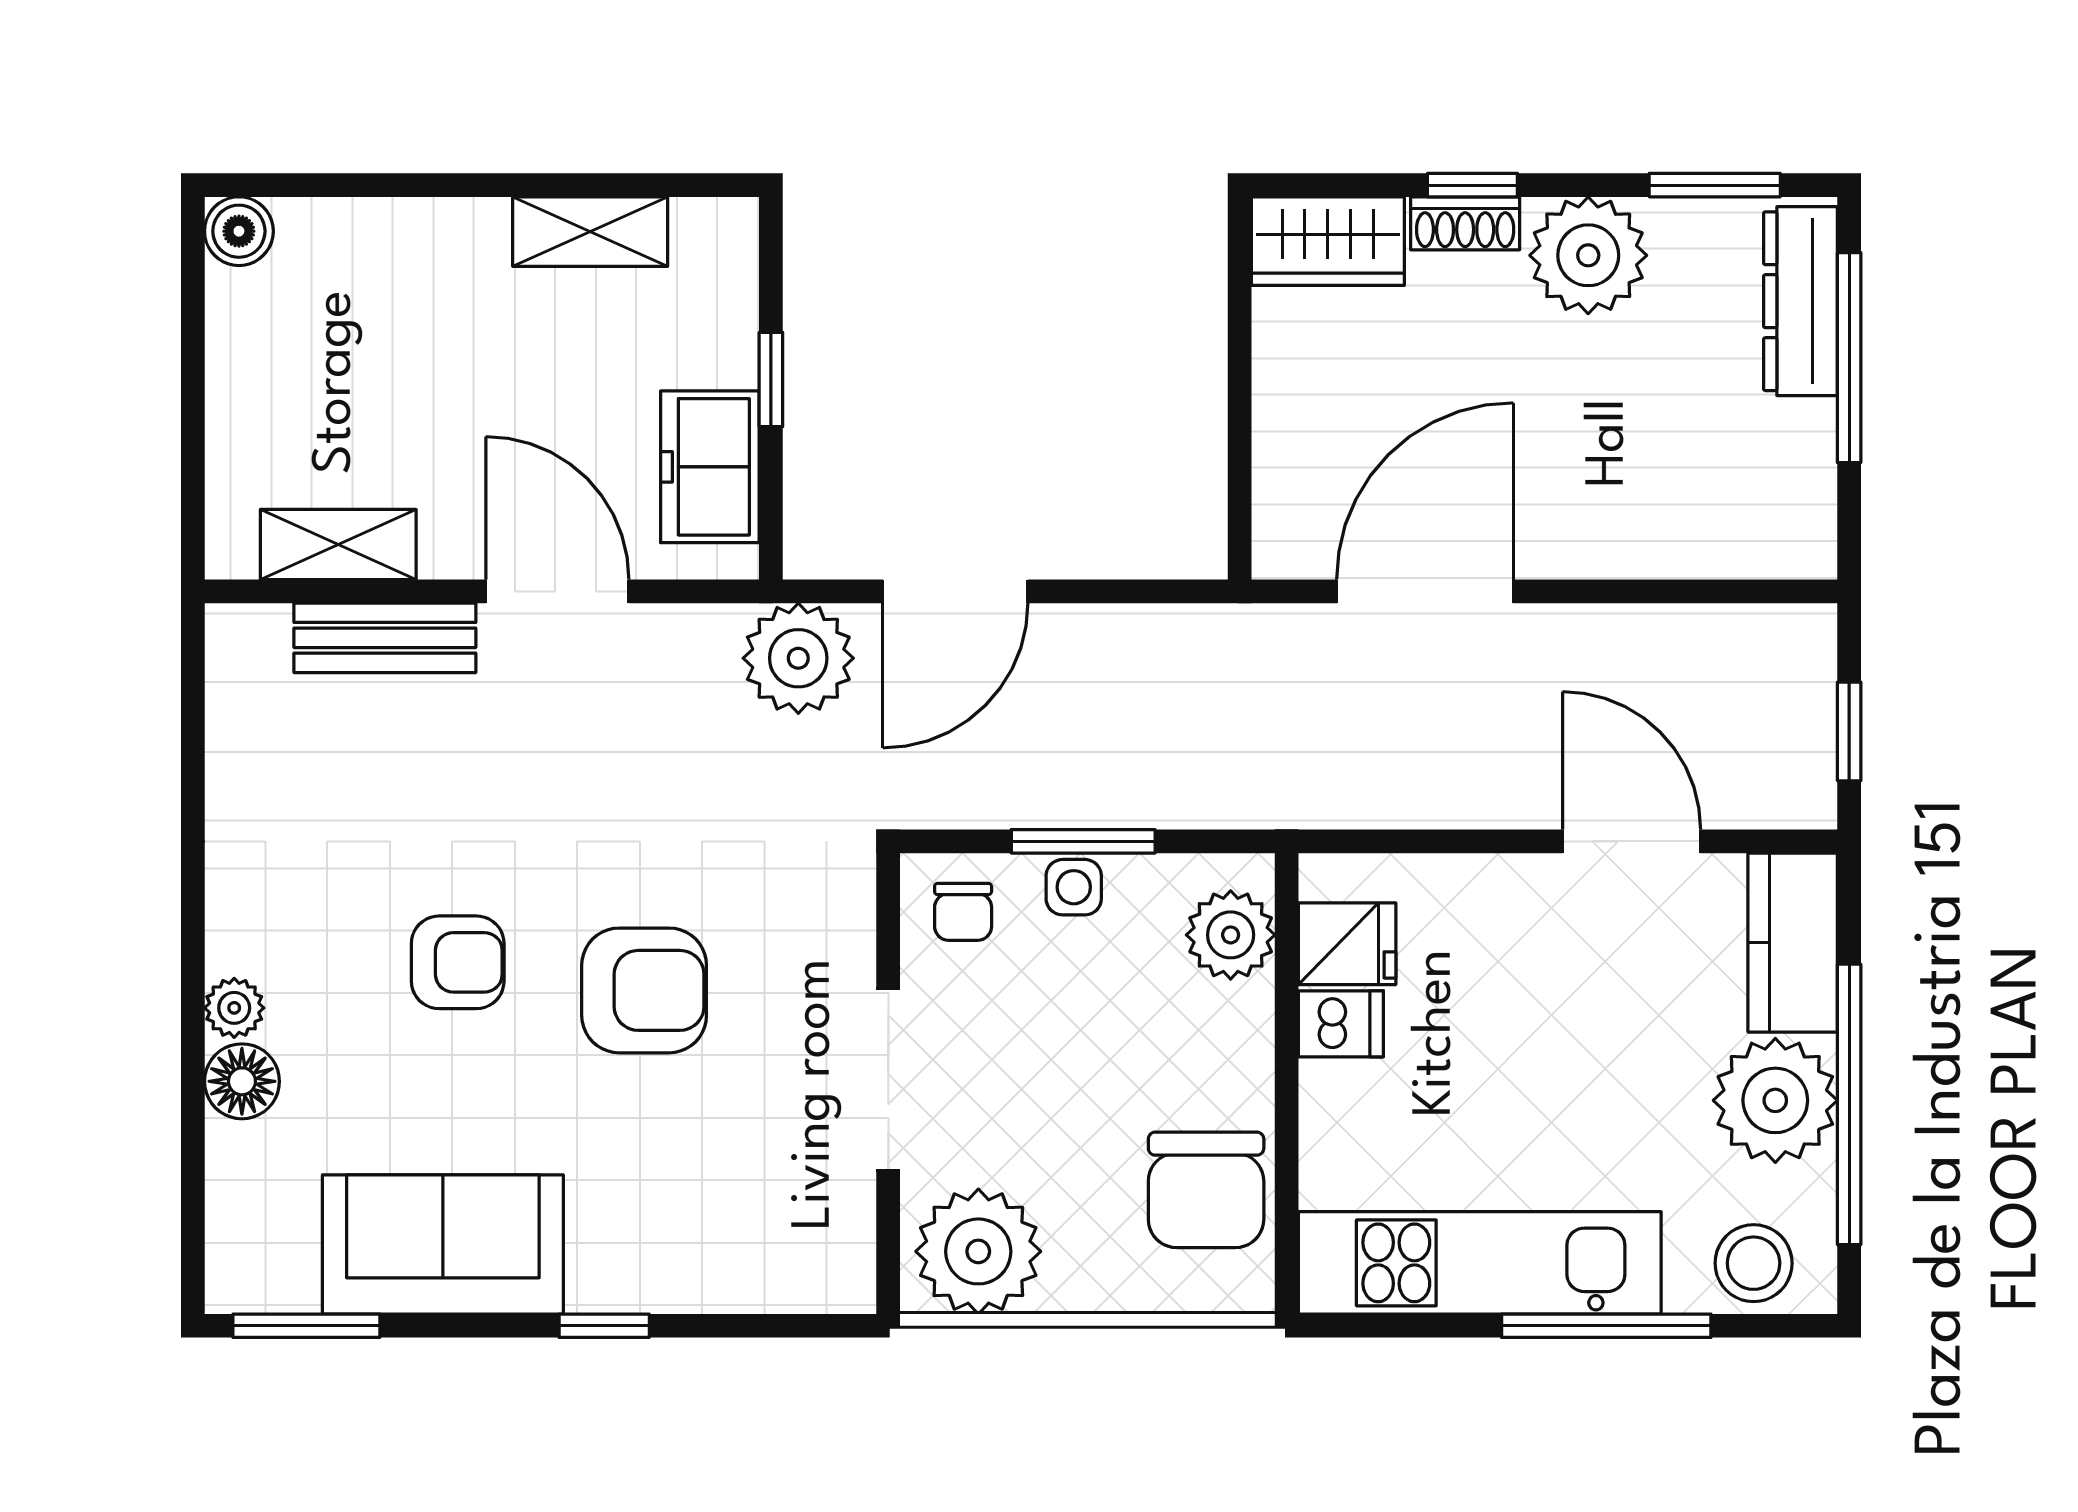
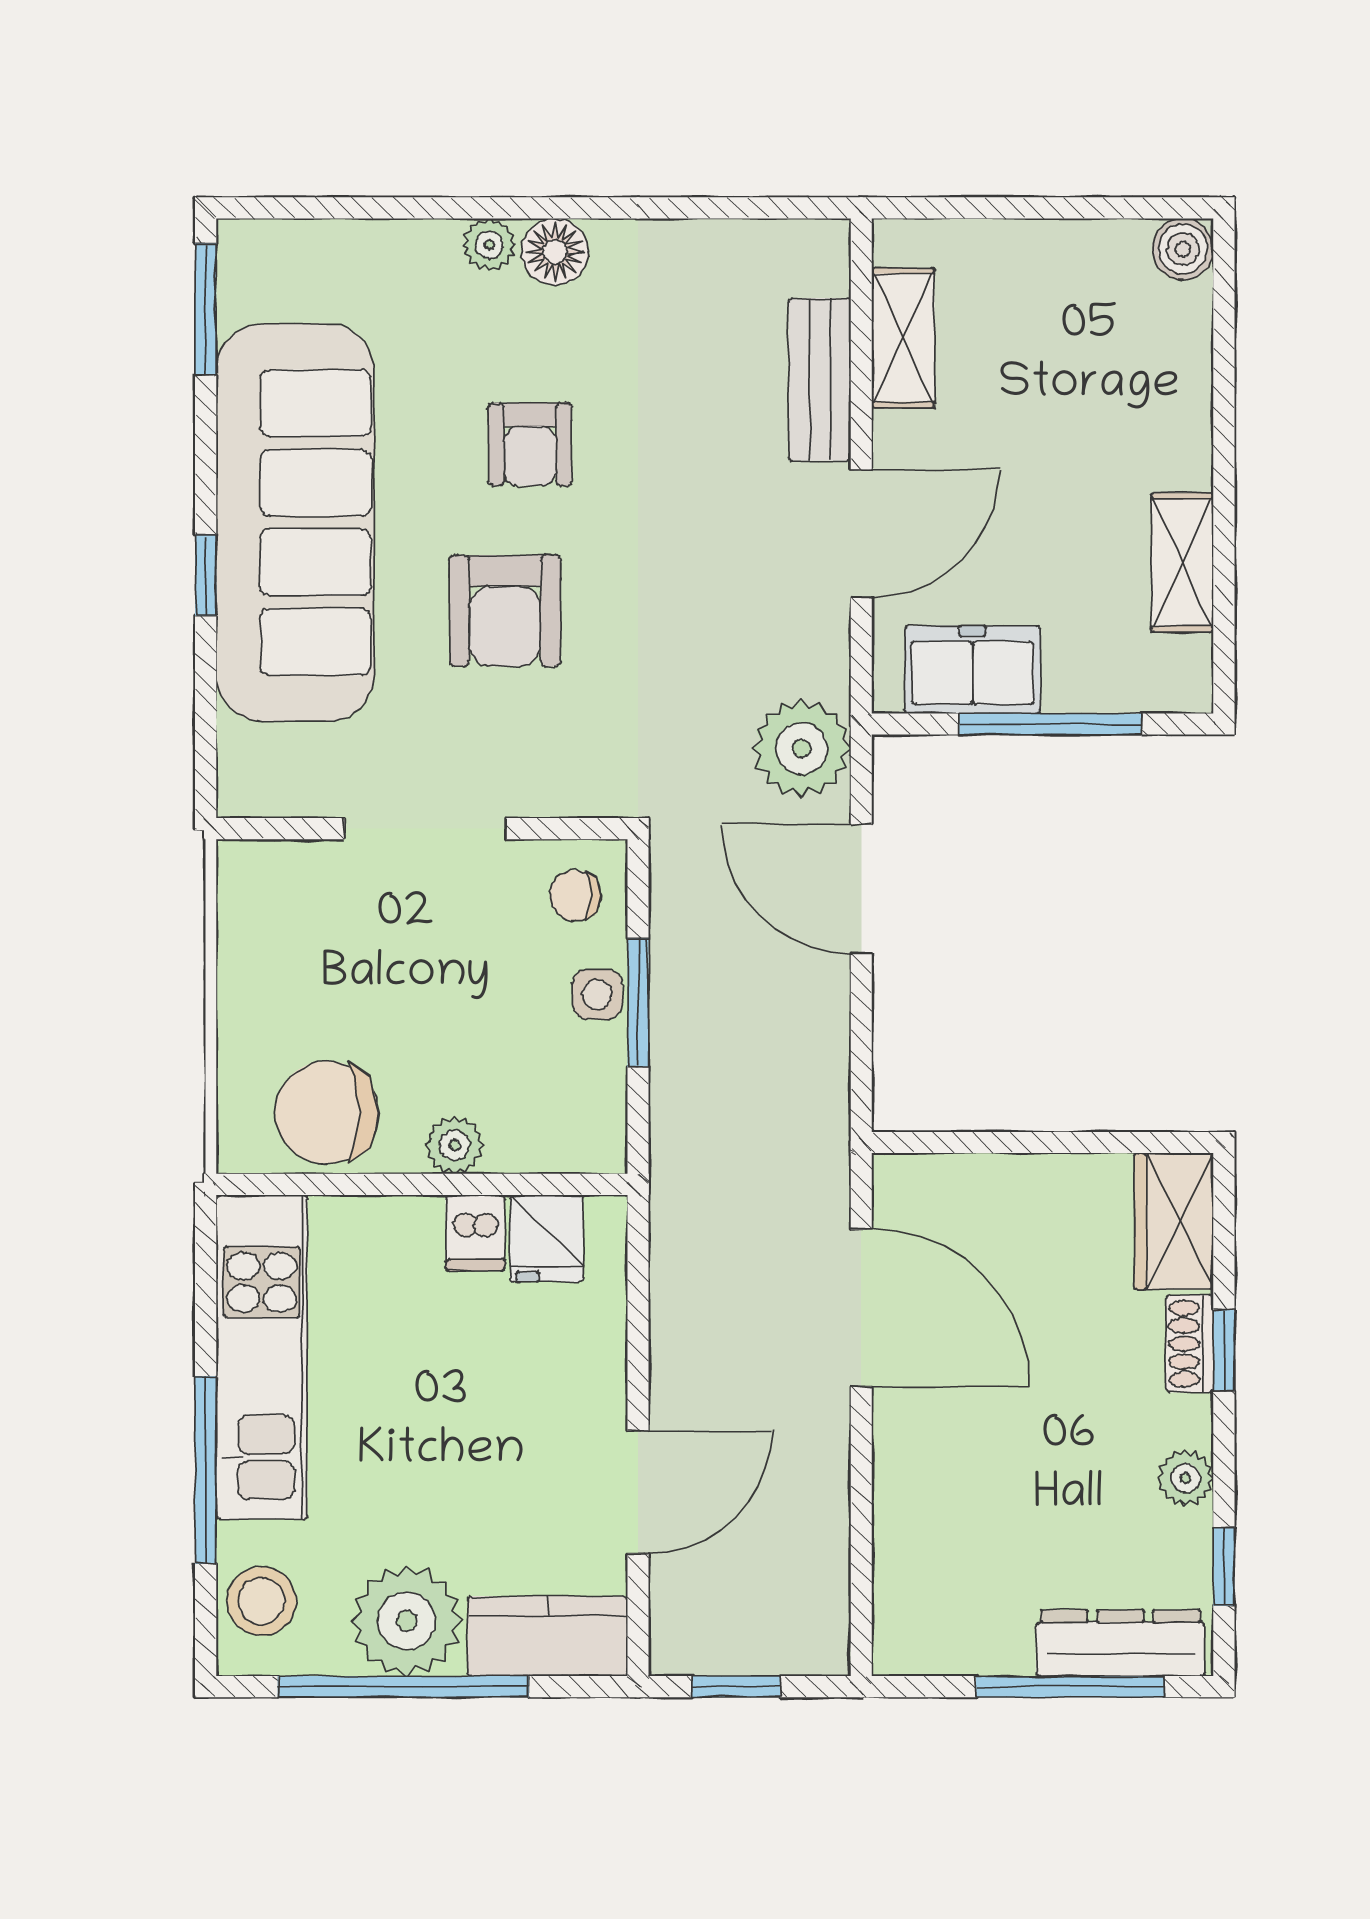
window: (1715, 185) -> (1224, 1567), width x0.67
plant: (1588, 255) -> (1186, 1478), width x0.53, depth x0.53
window: (771, 379) -> (1050, 724), width x2.17
plant: (1231, 935) -> (454, 1145), moved, width x0.73, depth x0.73
floor lamp: (242, 1081) -> (555, 252), moved
sofa: (443, 1244) -> (295, 523), width x1.85, depth x1.27
plant: (978, 1251) -> (272, 909), removed

